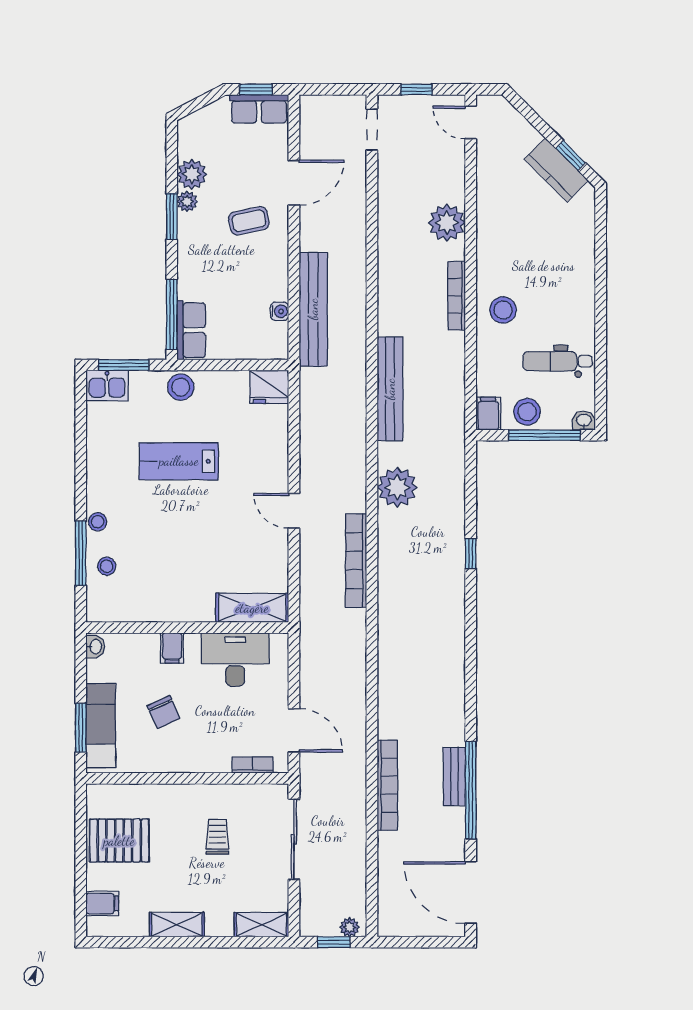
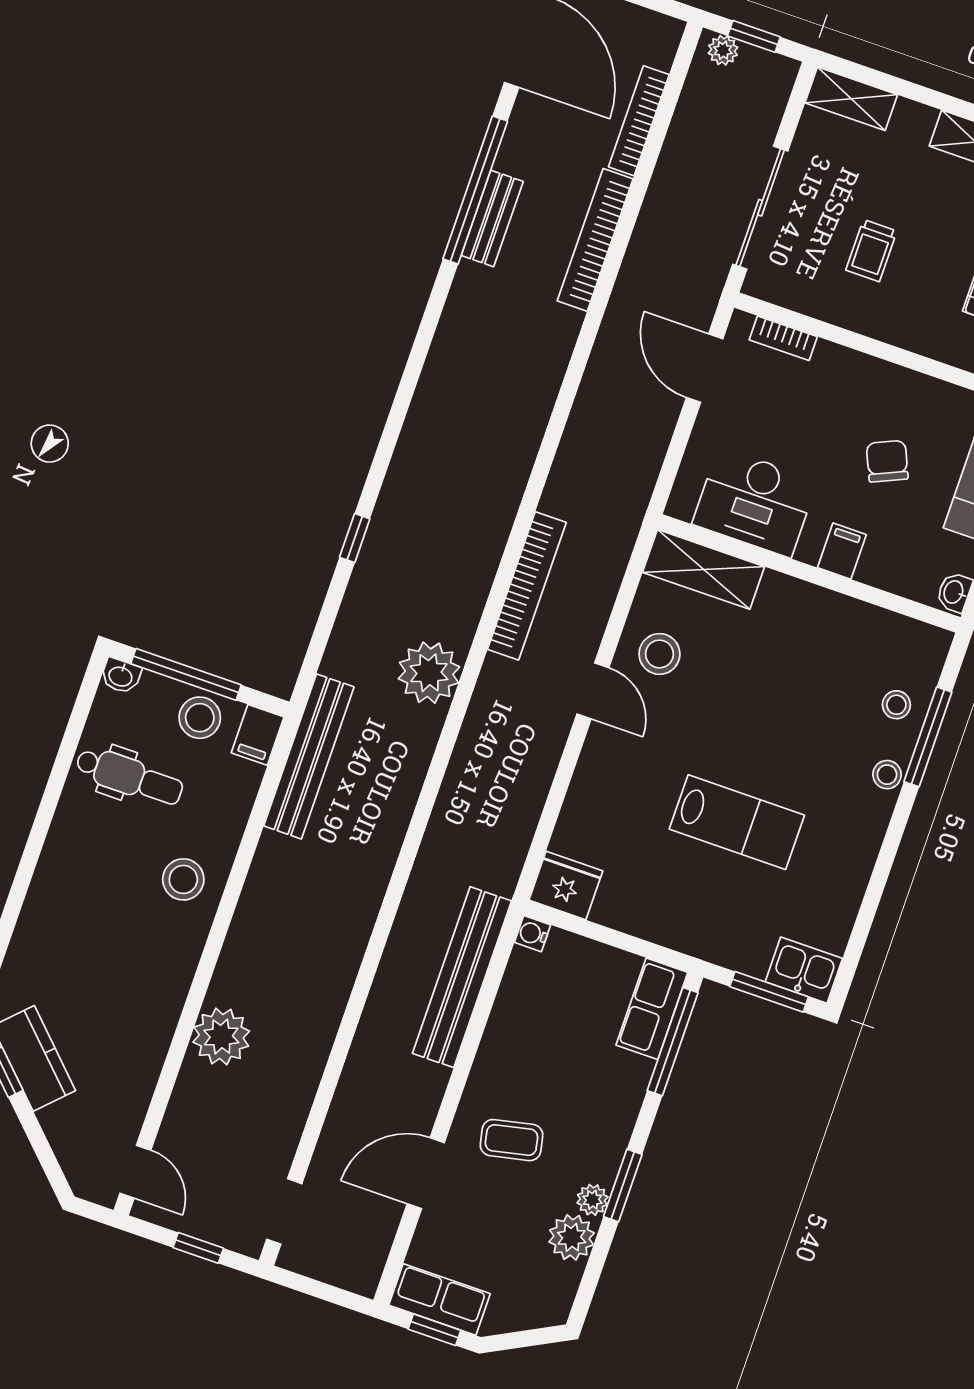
bookcase: (457, 296) -> (639, 121), moved, turned 180
water cooler: (280, 311) -> (532, 934), moved
stool: (181, 387) -> (659, 654), moved
bench: (390, 389) -> (309, 756), moved

